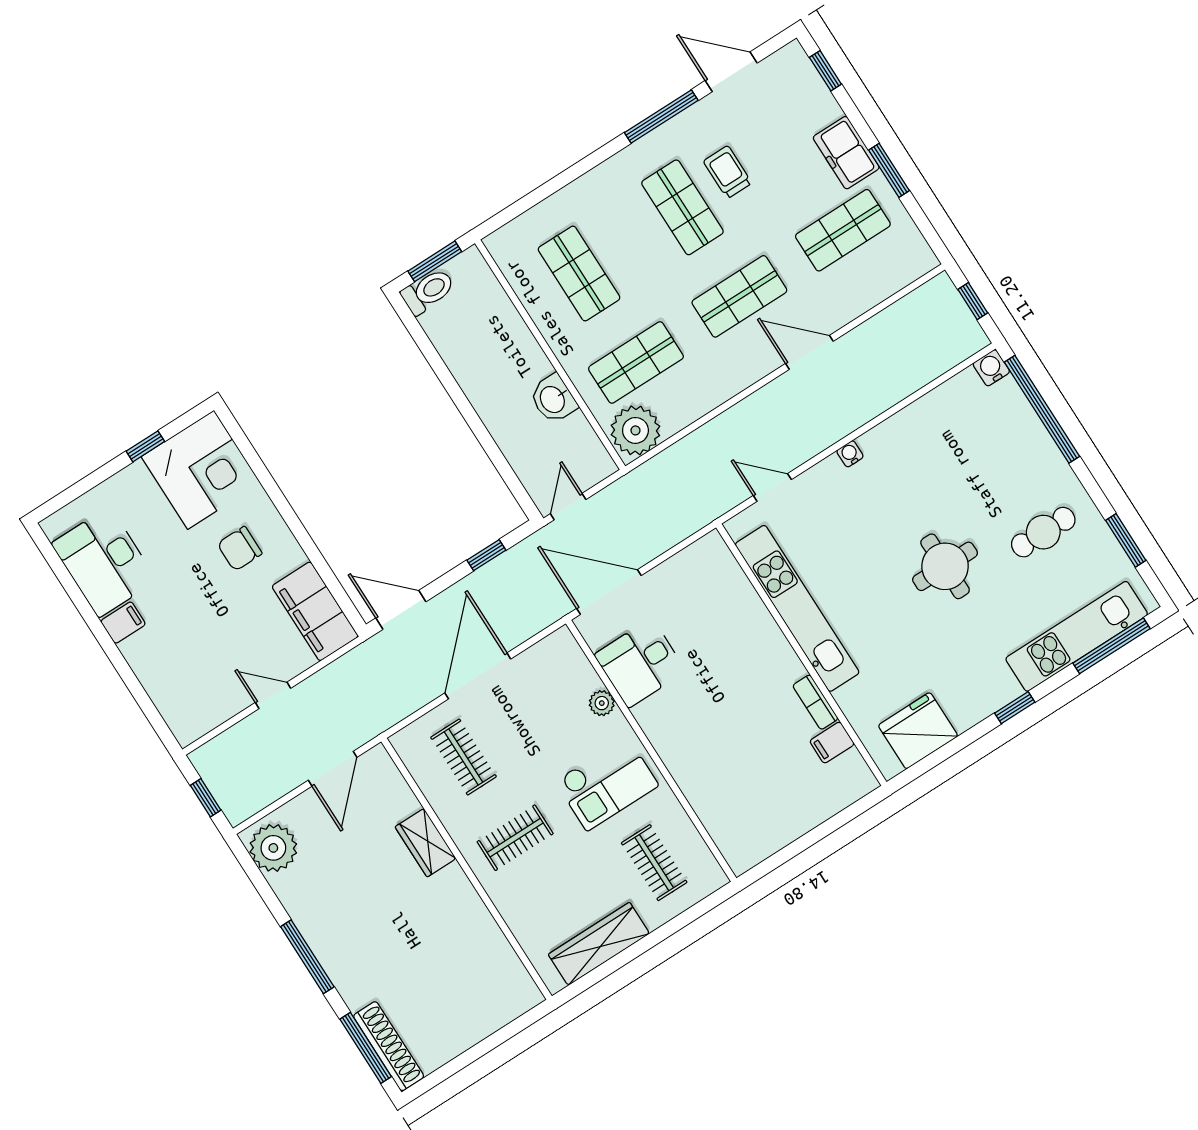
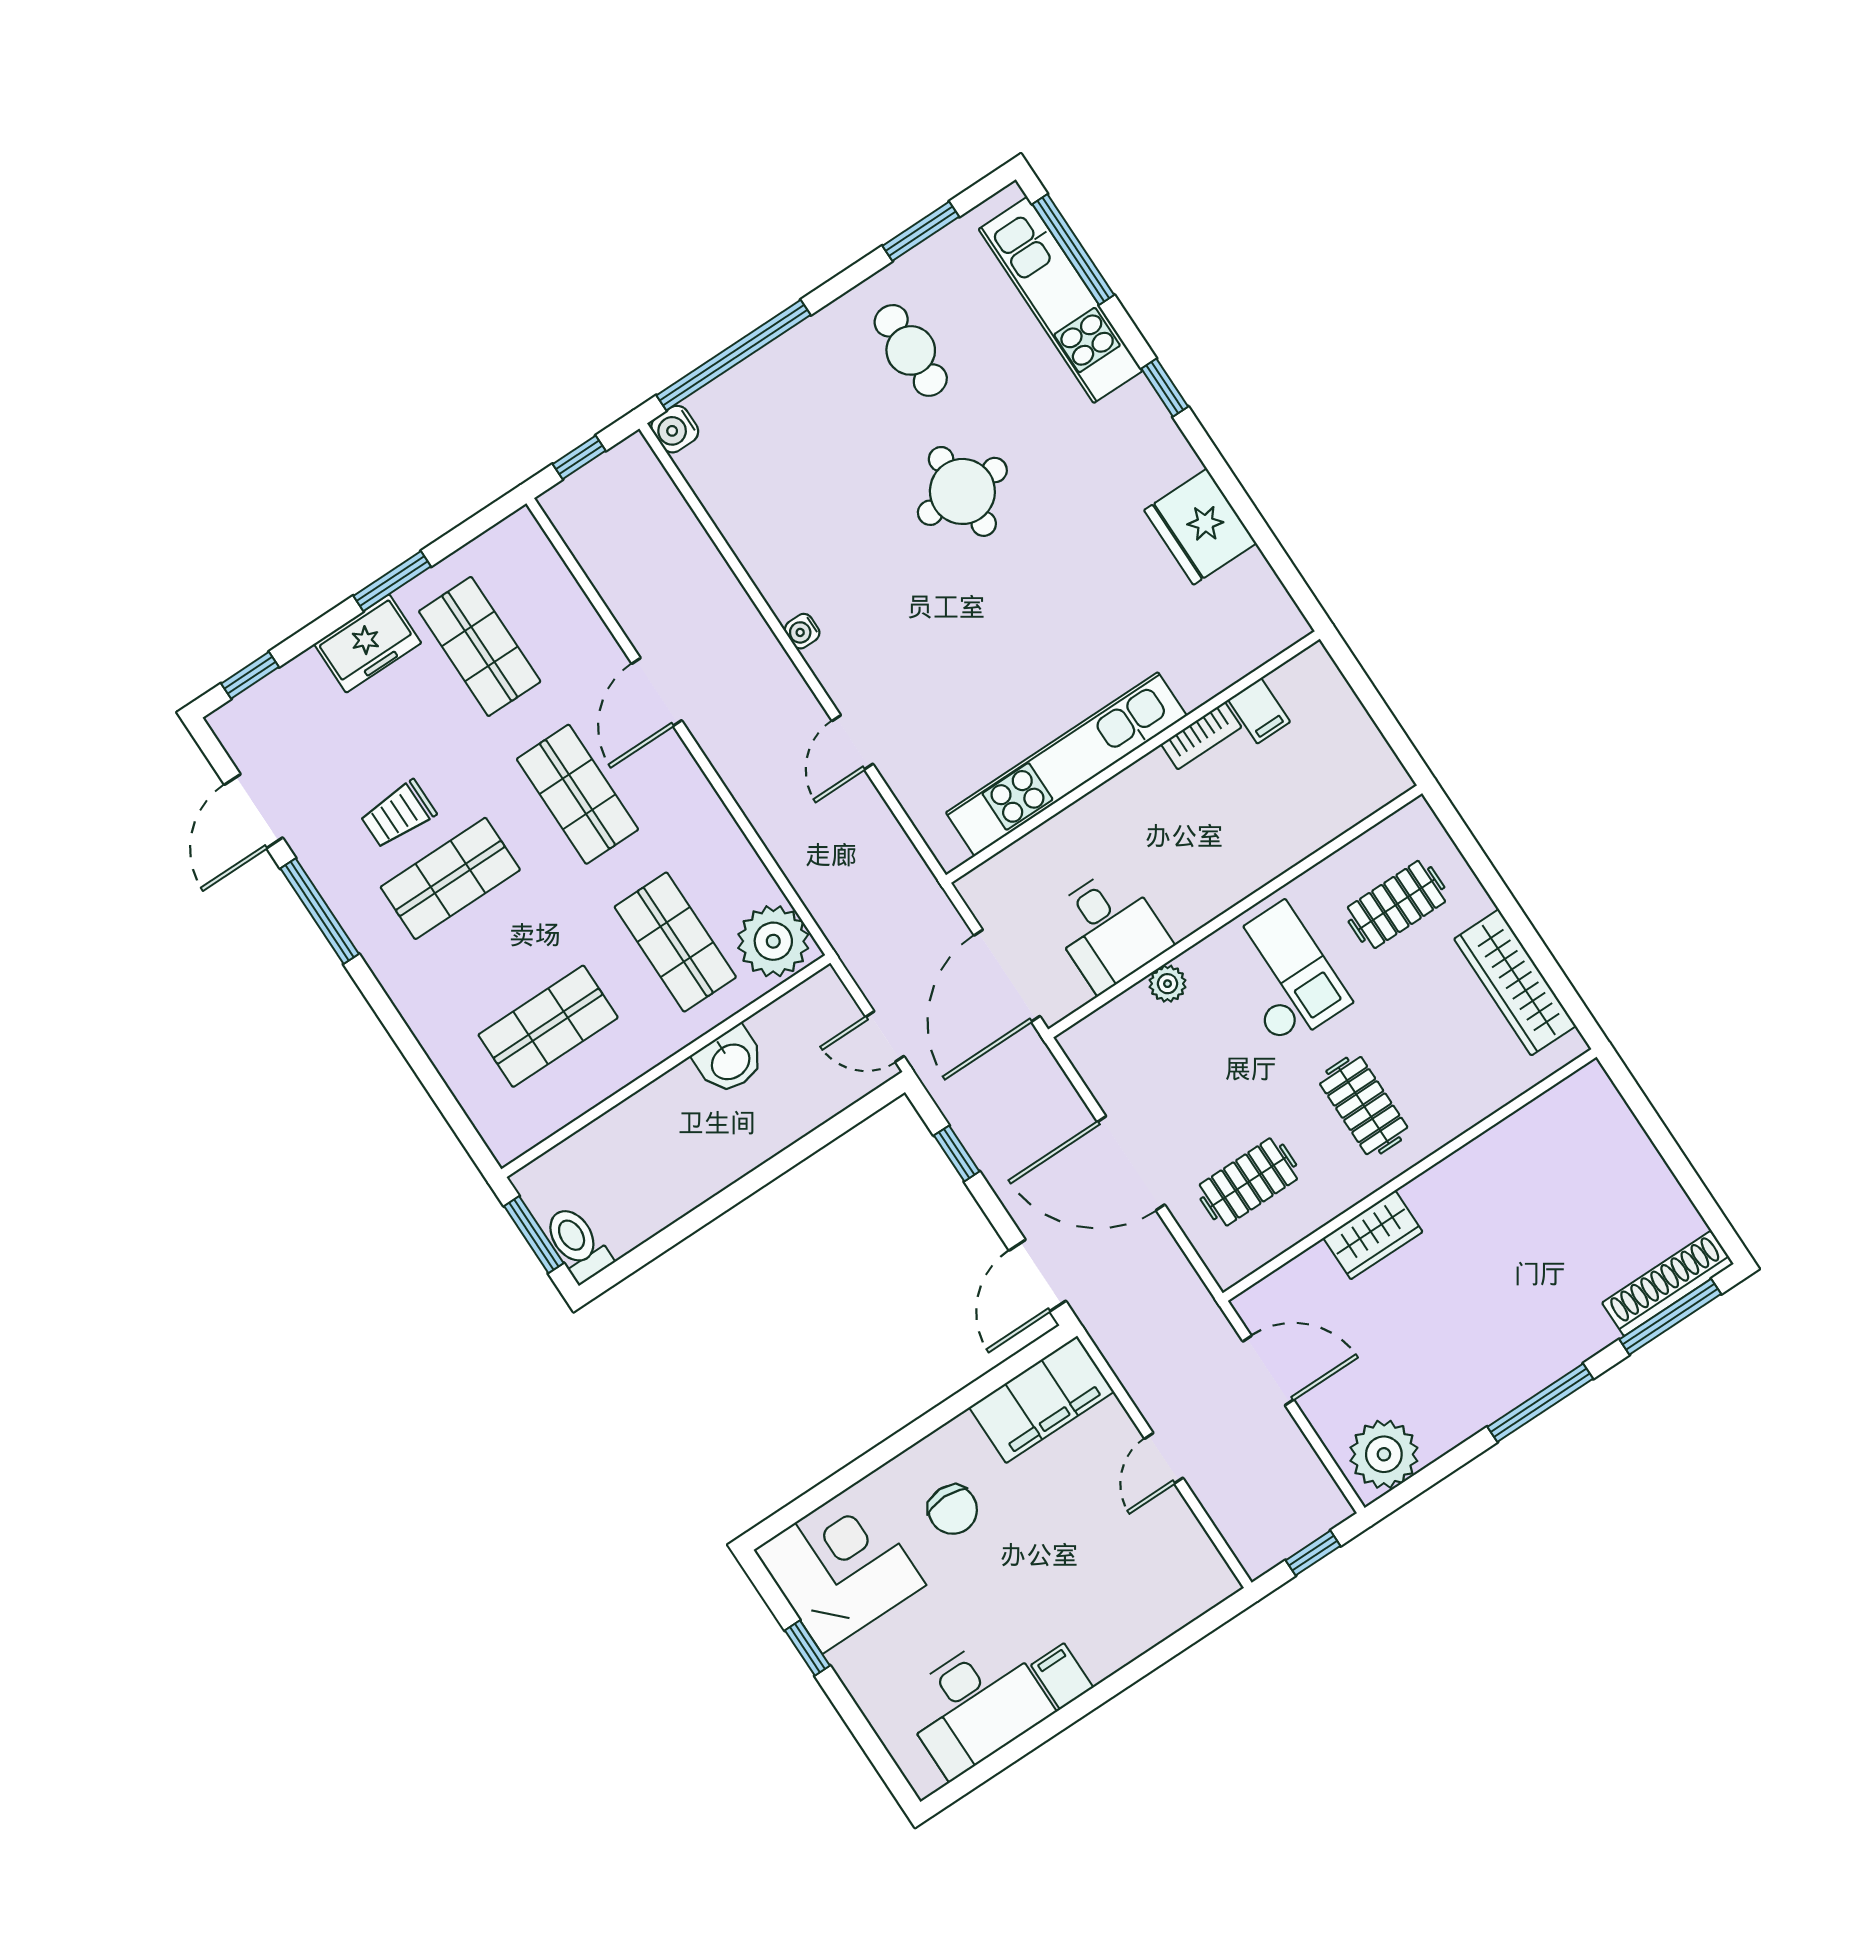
kitchen unit: (797, 608) -> (1066, 764), moved
wall: (801, 655) -> (1133, 757), moved
bookcase: (815, 702) -> (1201, 736), moved
filing cabinet: (832, 743) -> (1259, 711), moved

